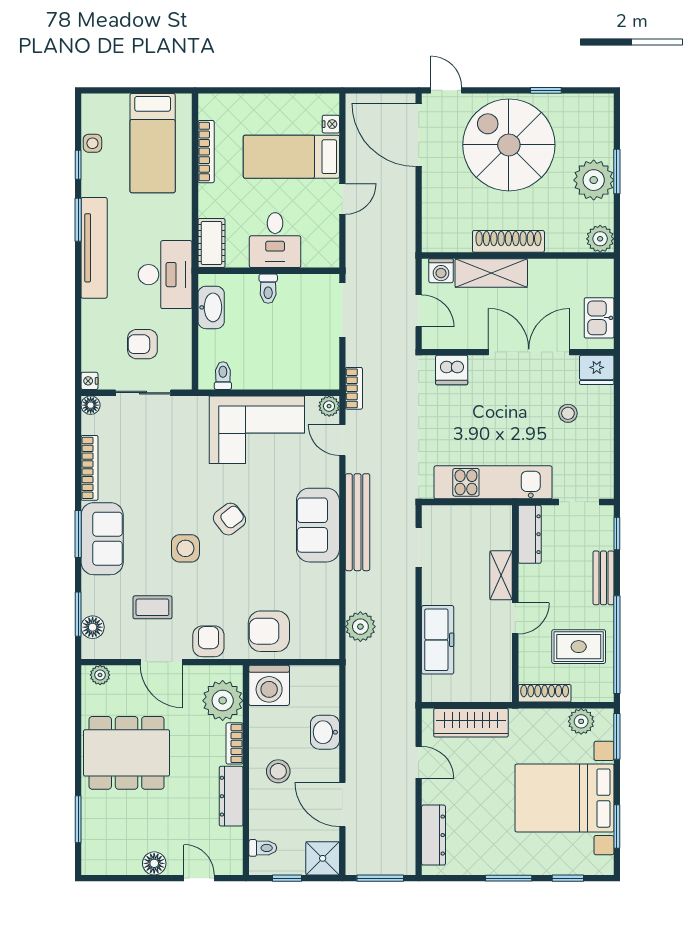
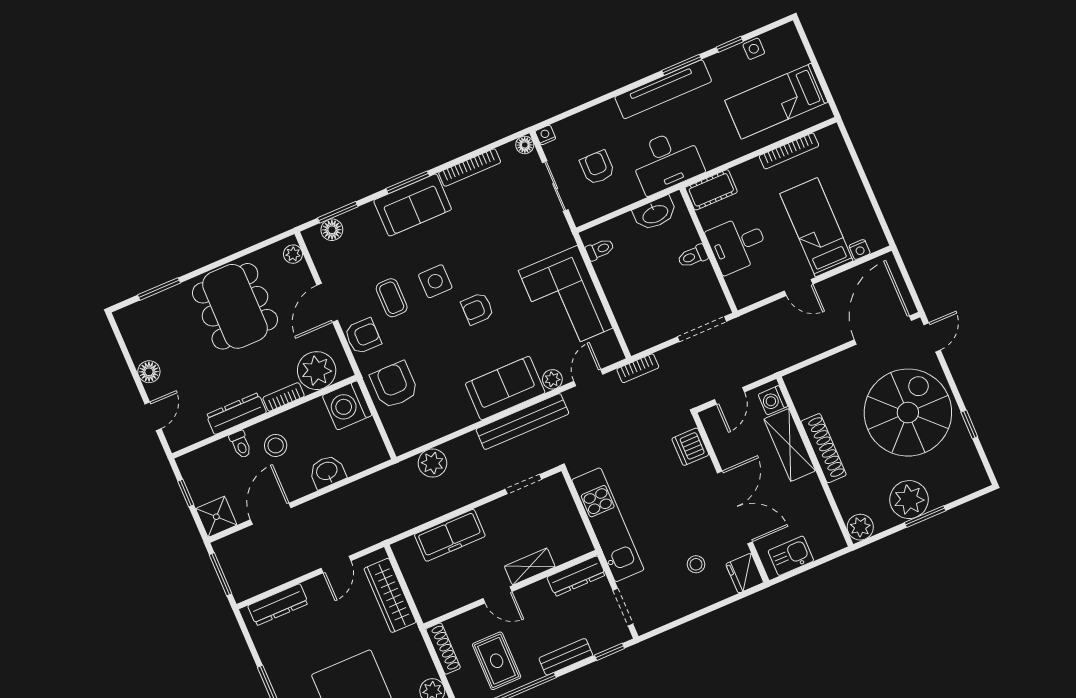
plant: (329, 406) -> (552, 379), moved
armchair: (229, 519) -> (477, 309), turned 127
coffee table: (152, 607) -> (392, 298), moved
toilet: (263, 848) -> (241, 444), moved

